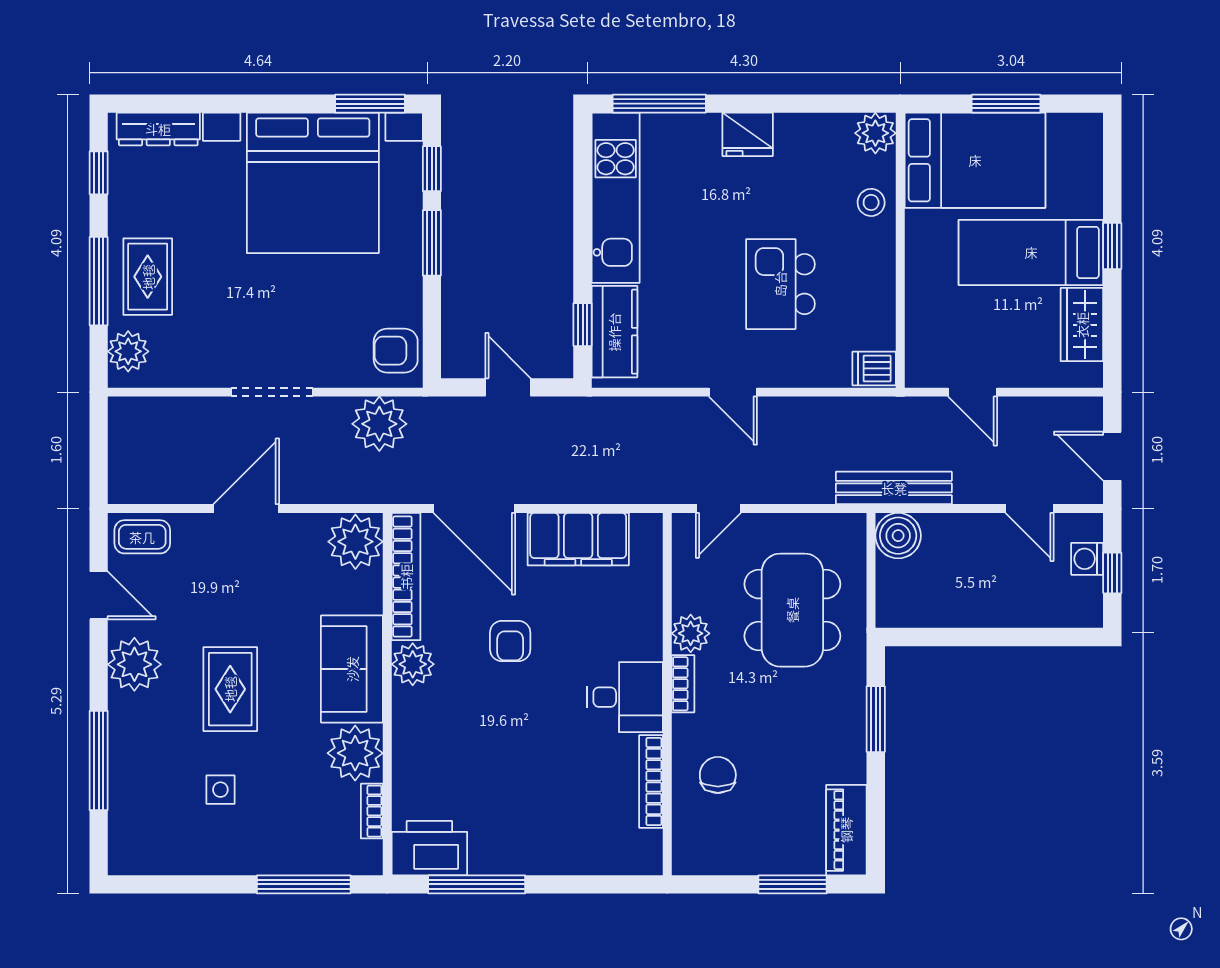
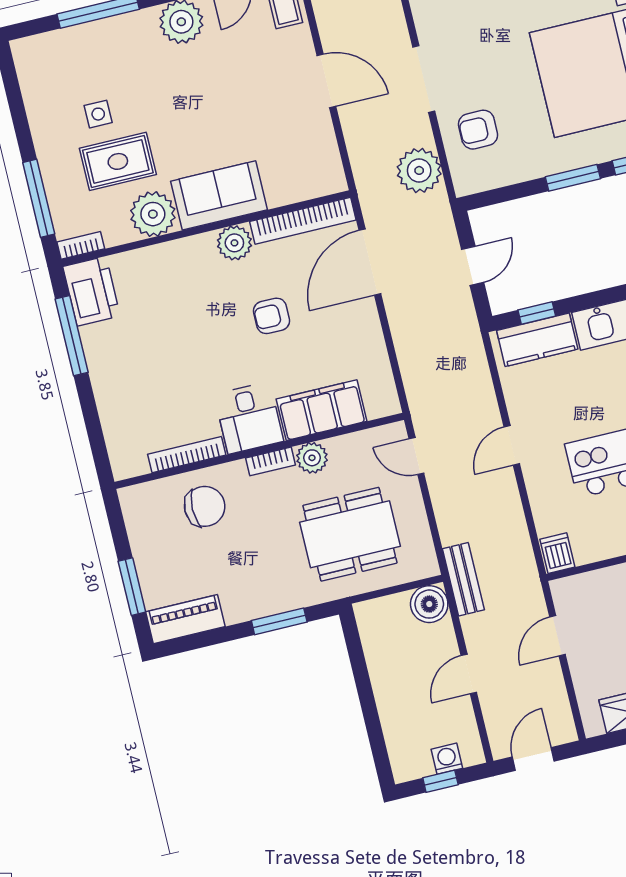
armchair: (396, 351) -> (478, 130), moved, turned -90
bench: (894, 488) -> (463, 579), width x0.73
door: (1030, 509) -> (469, 674), moved
filing cabinet: (578, 539) -> (322, 410), moved, turned 90
plant: (355, 542) -> (321, 174), removed
rug: (230, 689) -> (118, 161), moved
chair: (718, 775) -> (205, 506), width x1.37, depth x1.37
bookcase: (372, 811) -> (81, 245), moved

